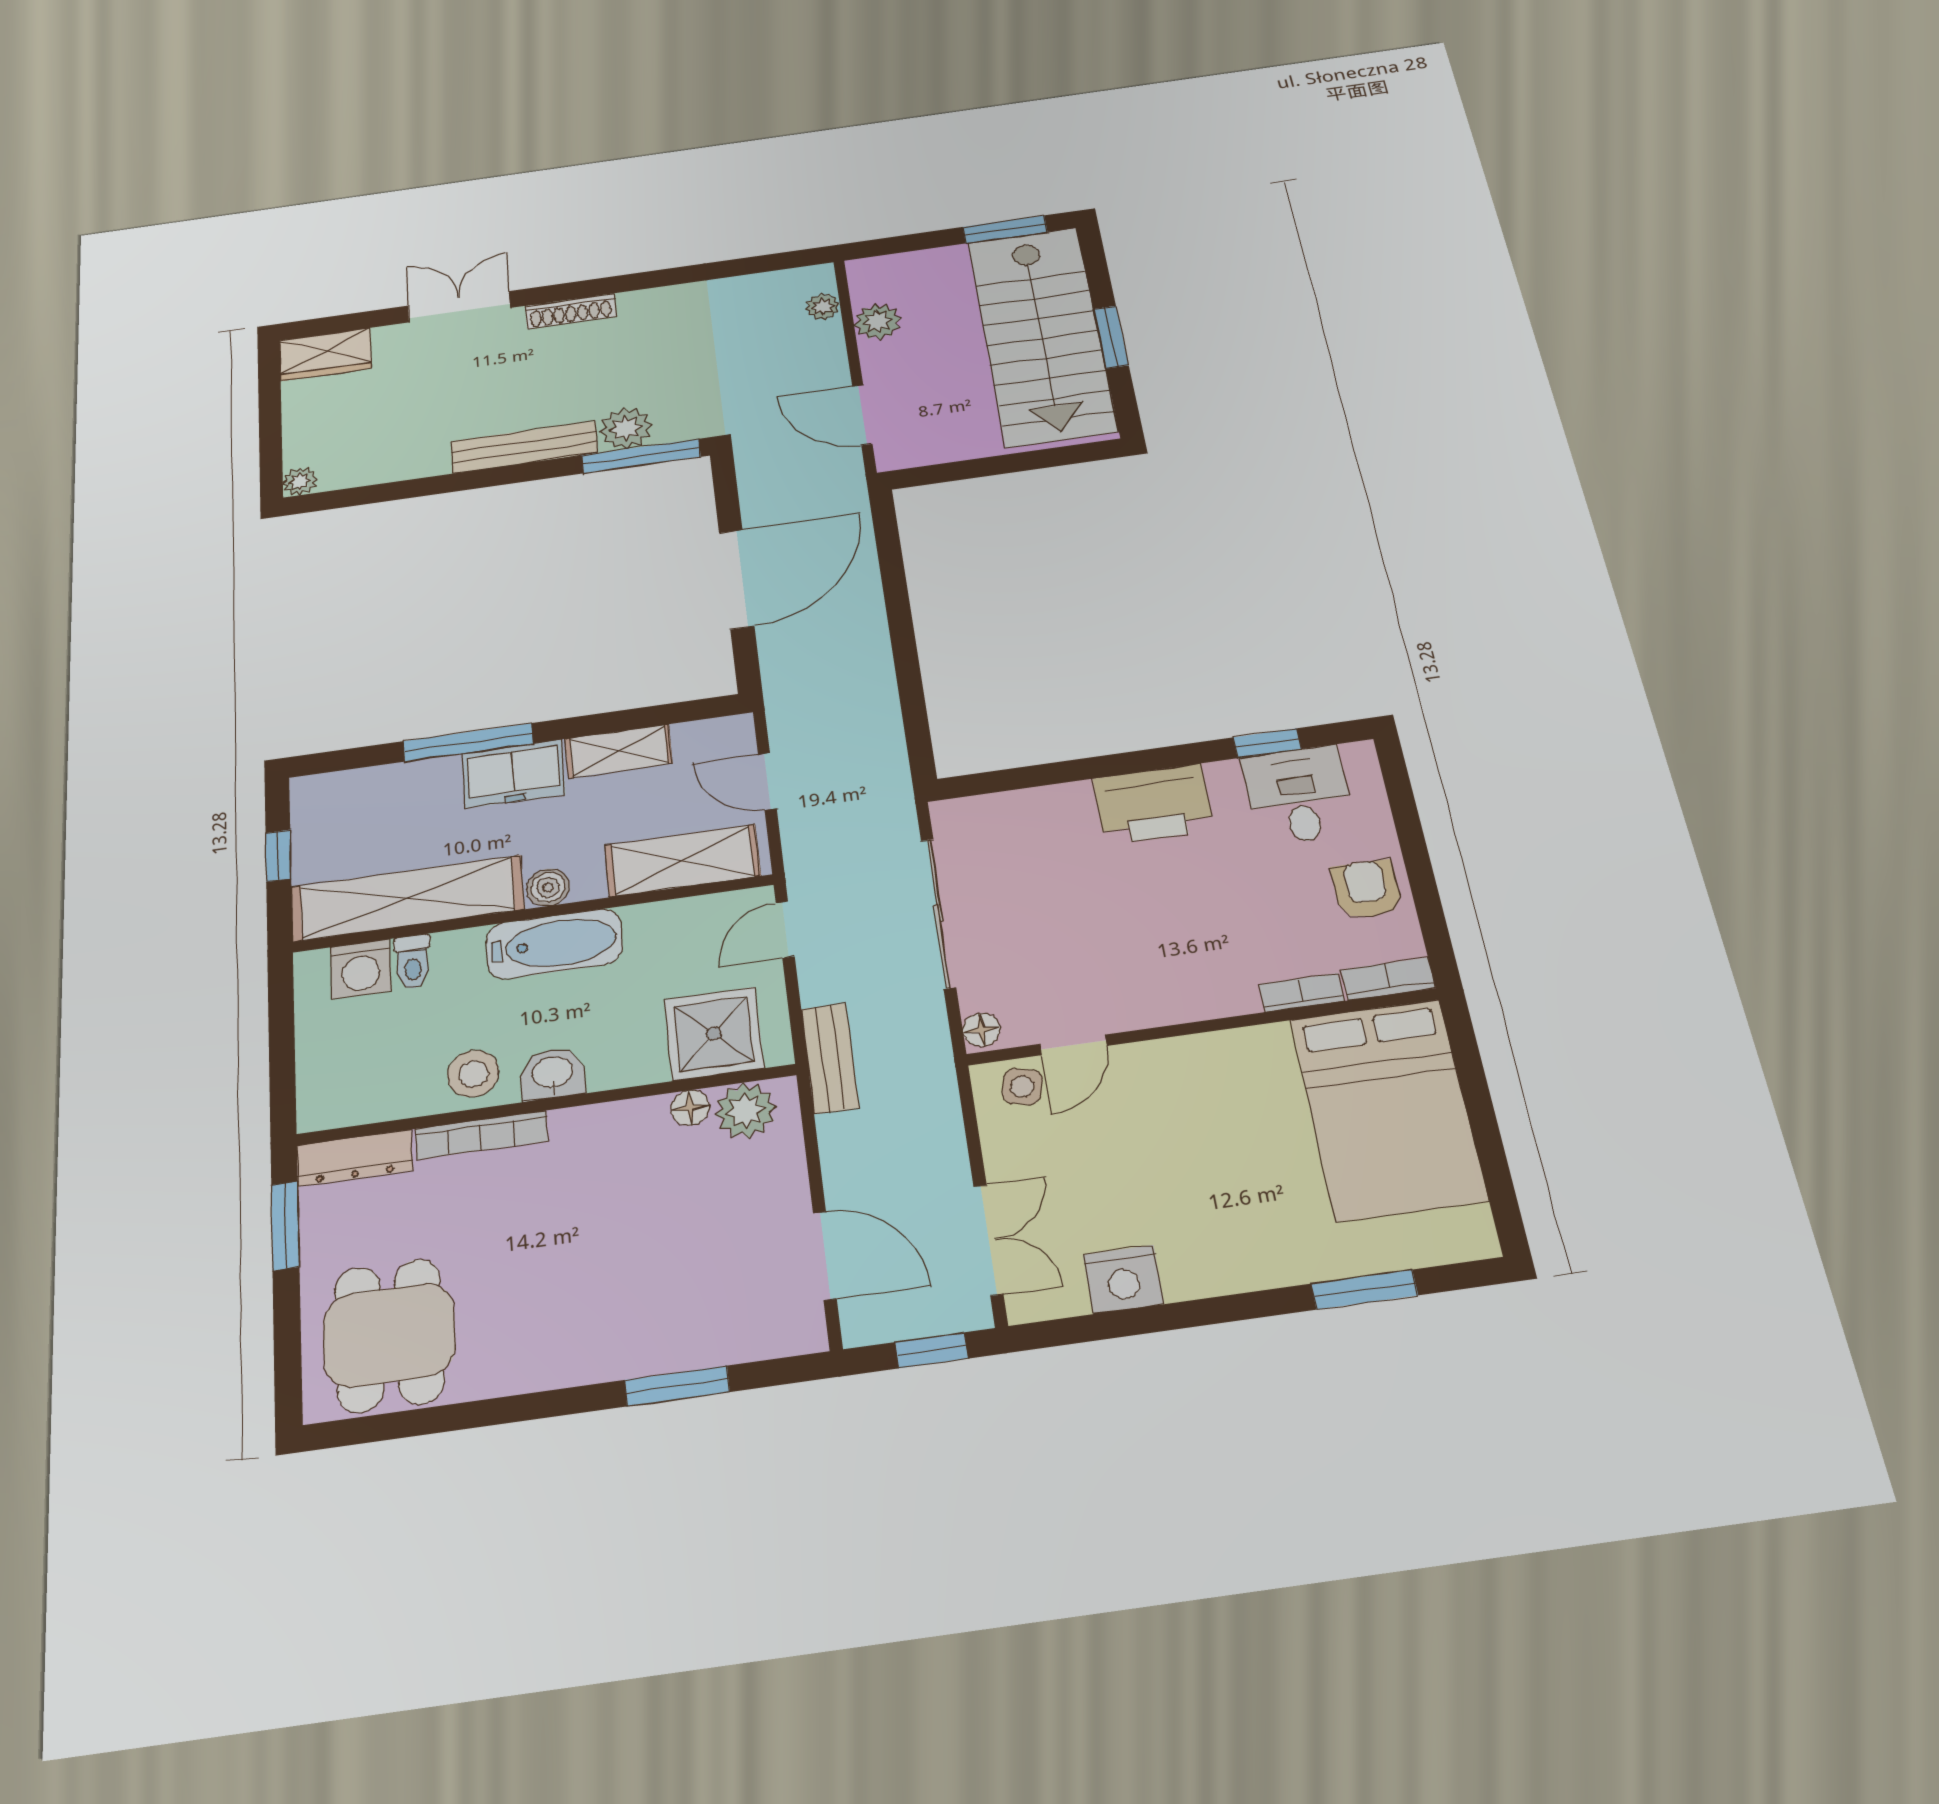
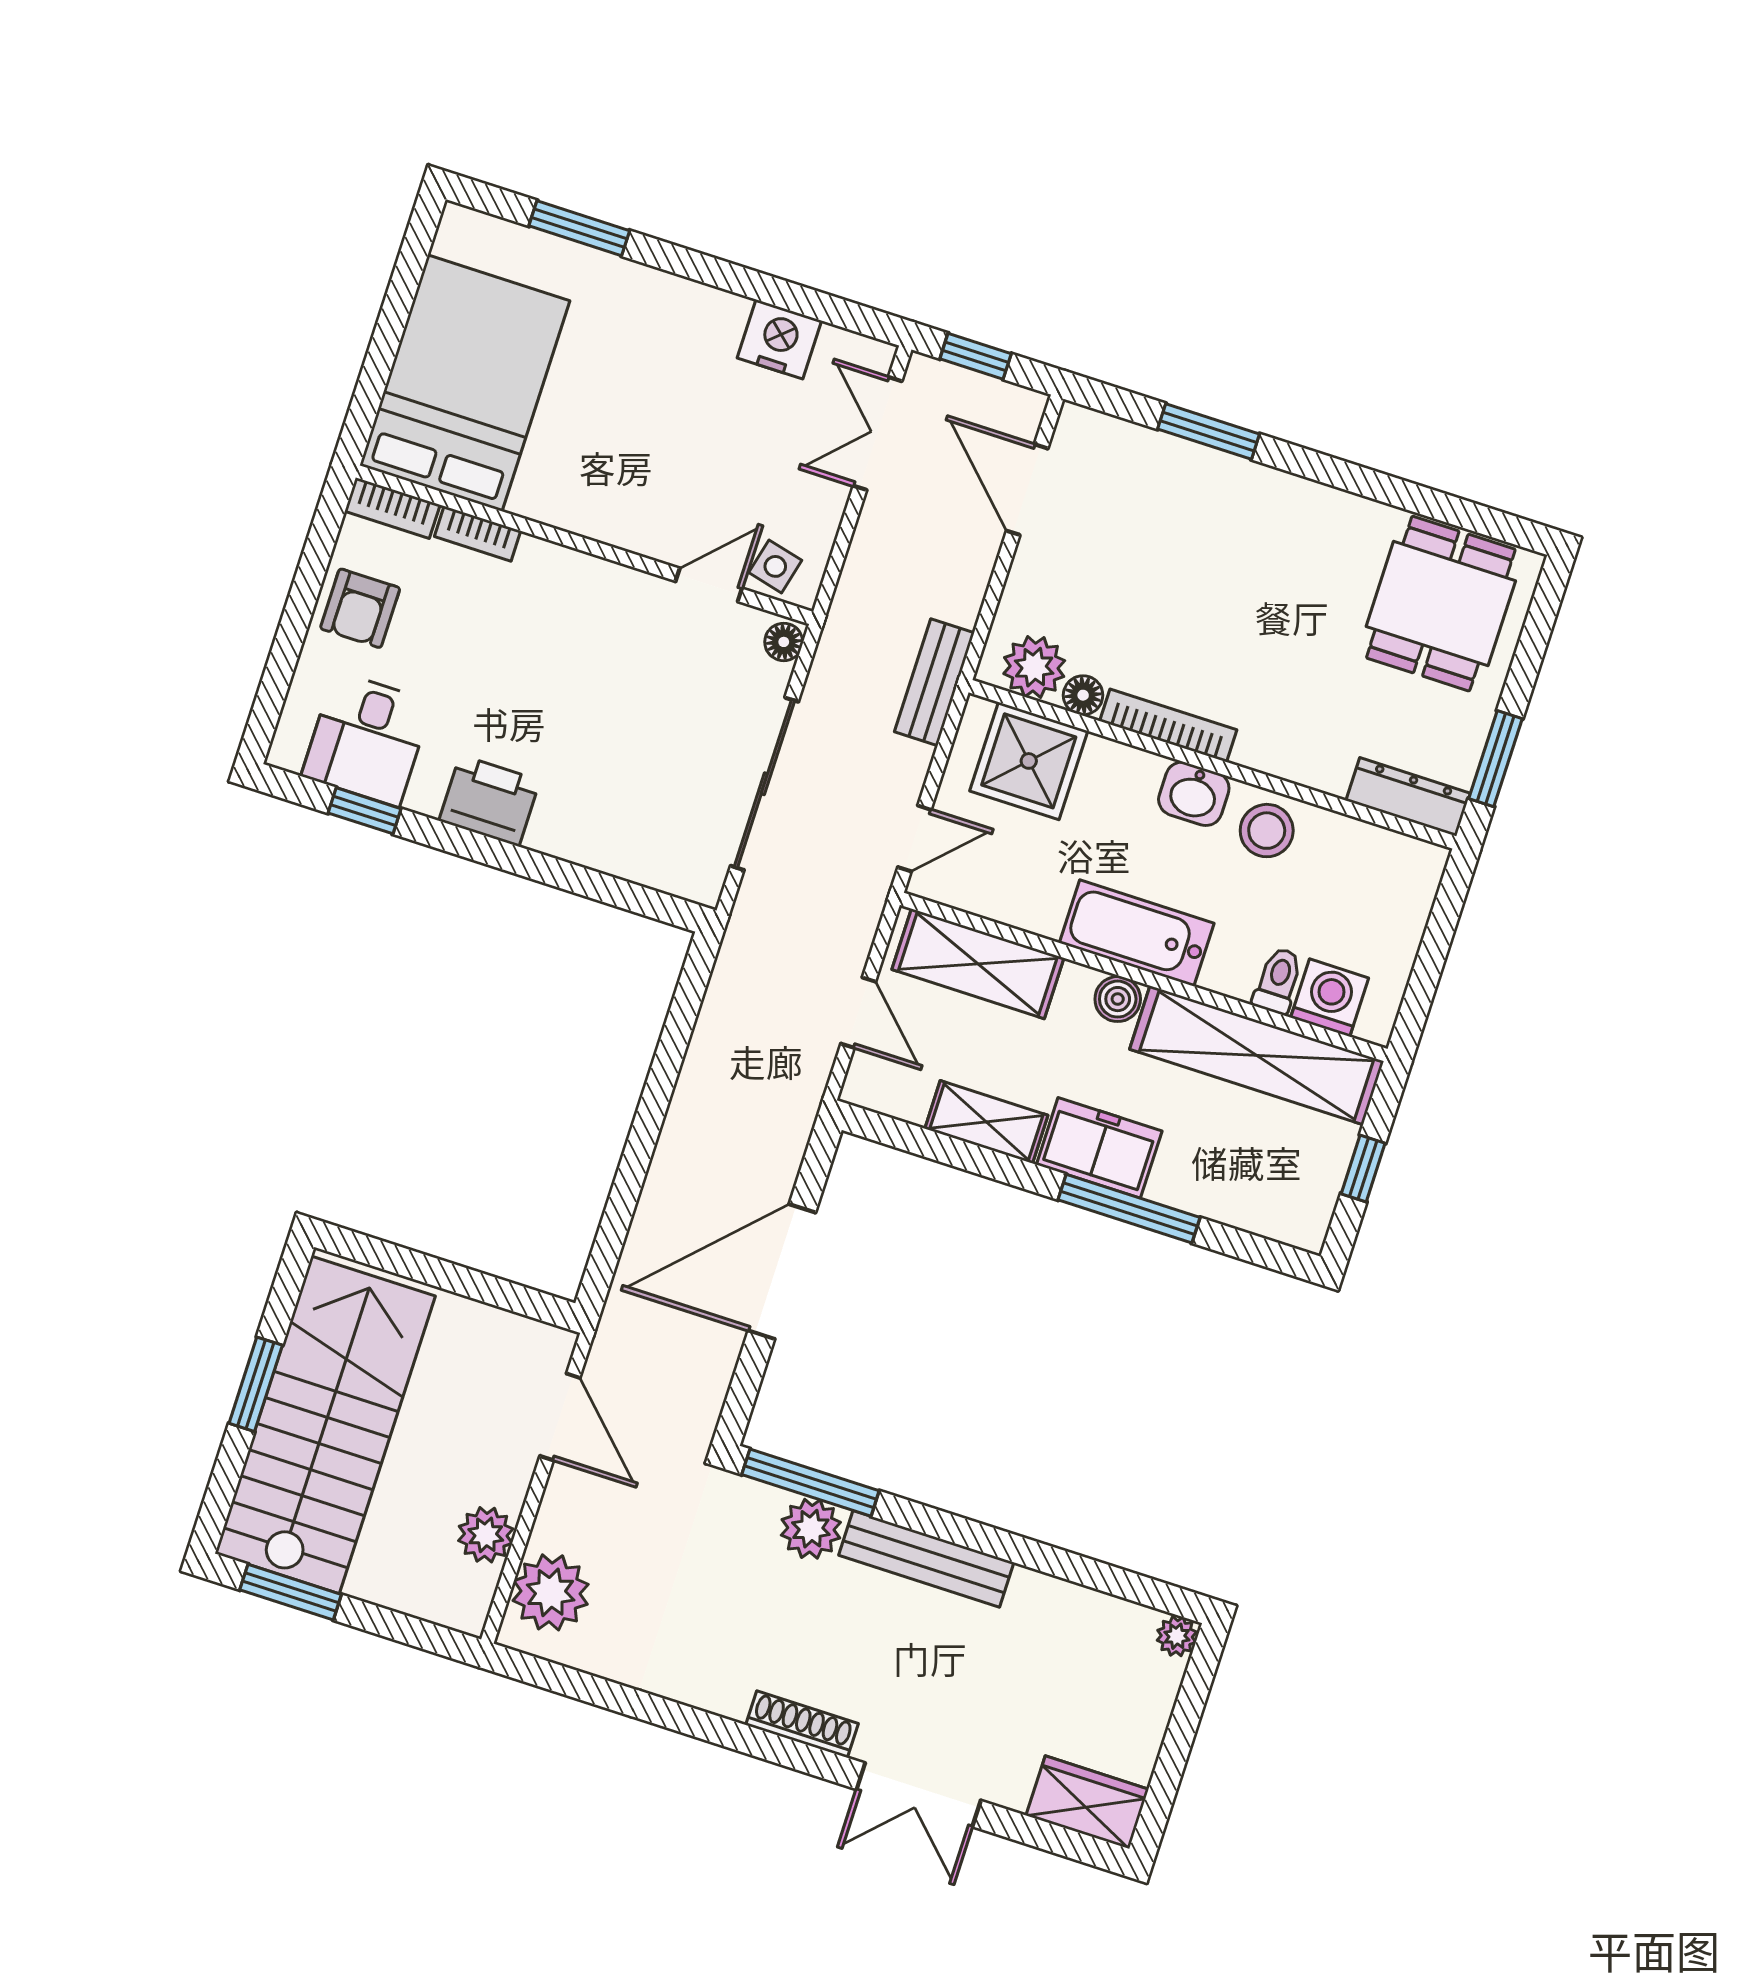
plant: (823, 307) -> (551, 1592), width x1.87, depth x1.87
printer: (1153, 804) -> (489, 801), width x0.73, depth x0.84
bookcase: (481, 1135) -> (1168, 725), moved

